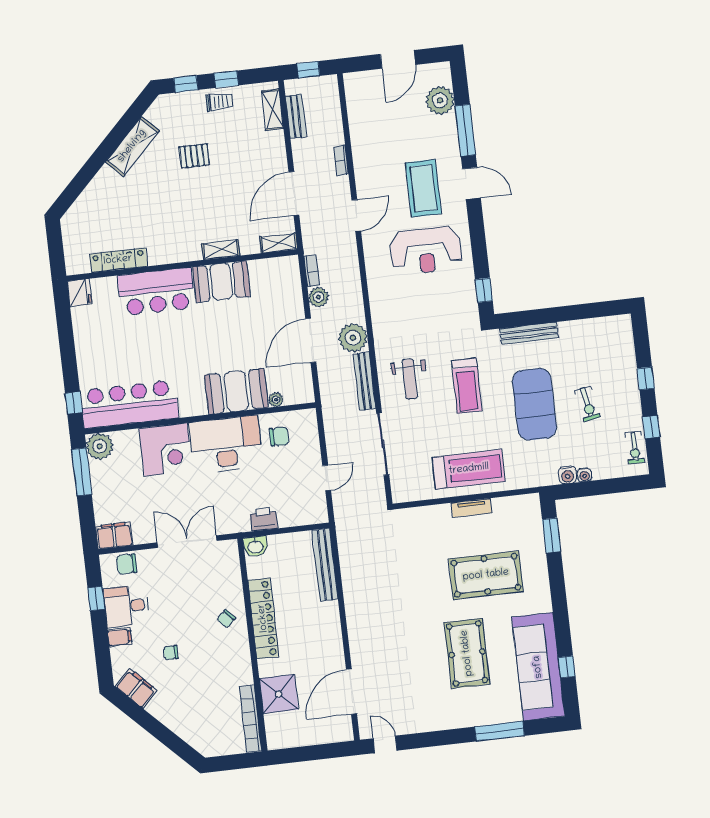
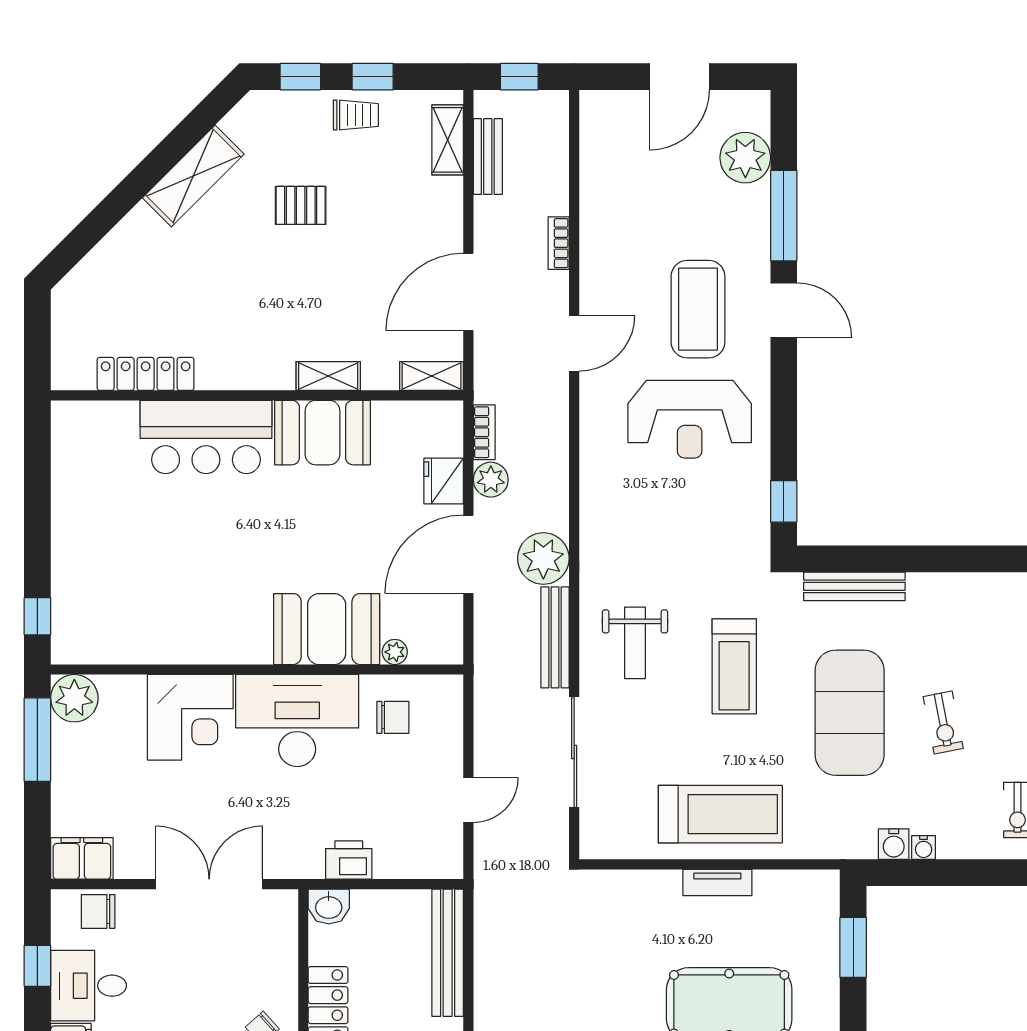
fridge: (80, 293) -> (444, 481), moved, turned 180
bar counter: (129, 404) -> (135, 630), removed

